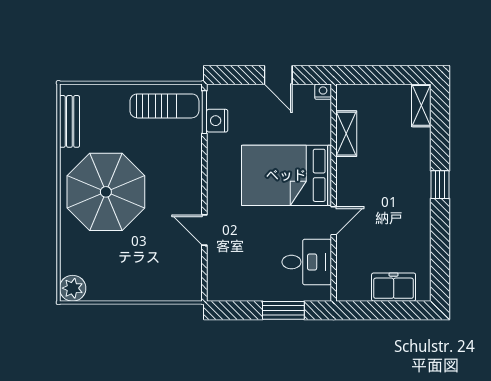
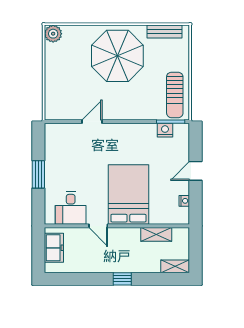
shelving: (346, 134) -> (156, 234), moved
bed: (286, 175) -> (128, 194), moved
wall: (334, 193) -> (117, 226), moved
door: (334, 221) -> (98, 226), moved
desk: (307, 262) -> (71, 208), moved

